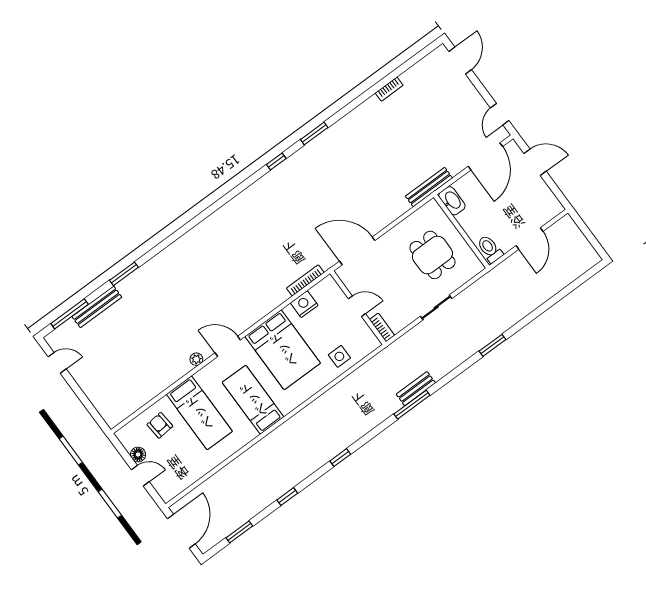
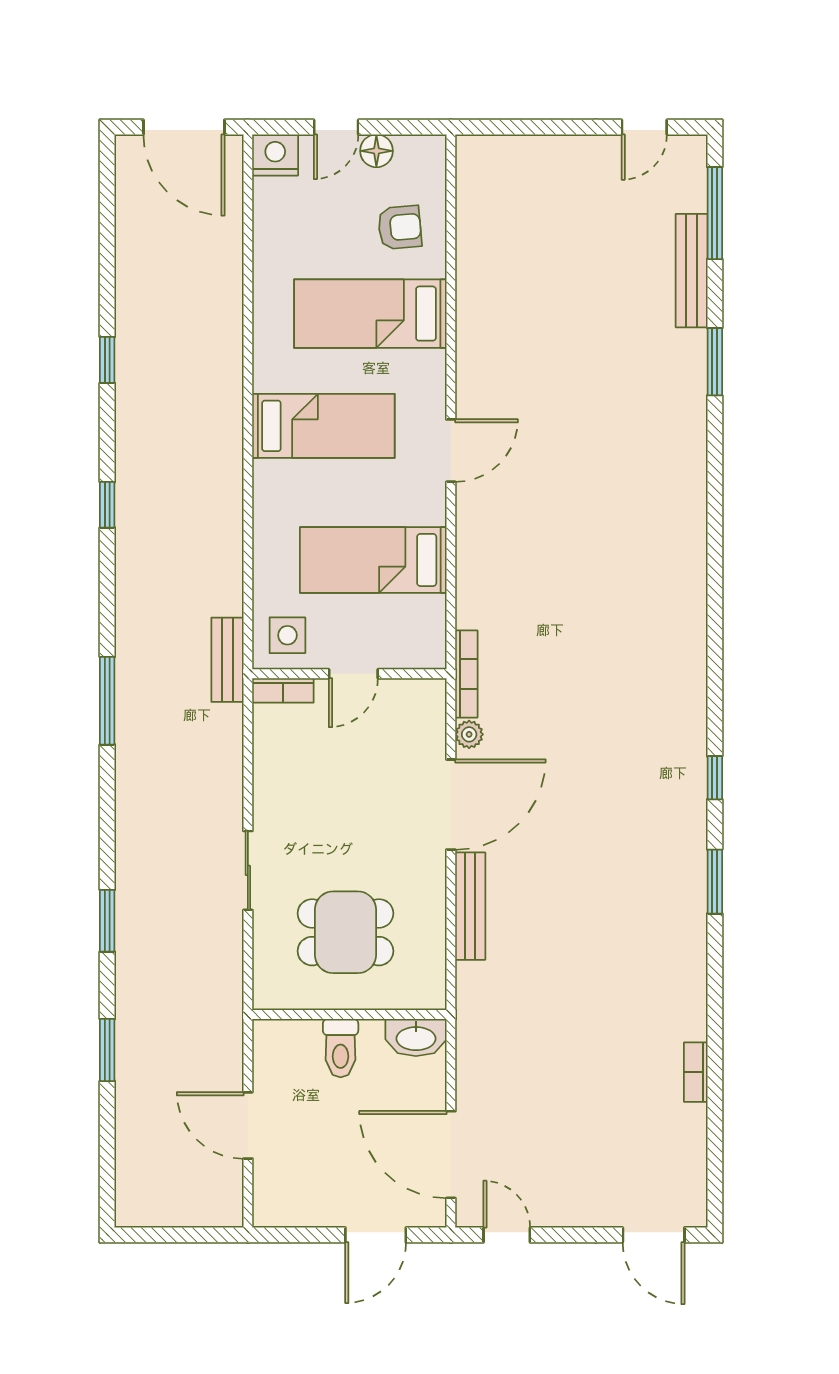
bench: (429, 187) -> (470, 906), moved
toilet: (490, 249) -> (341, 1048), moved, turned 90
nightstand: (304, 304) -> (275, 155), moved, turned -90
door: (357, 306) -> (353, 674), moved
wall: (358, 308) -> (349, 674), moved
bookcase: (382, 327) -> (283, 690), moved
bed: (283, 350) -> (373, 560), width x0.67
plant: (196, 359) -> (469, 734), moved
bench: (416, 389) -> (227, 660), moved
window: (239, 532) -> (107, 1050), moved

